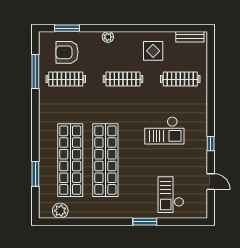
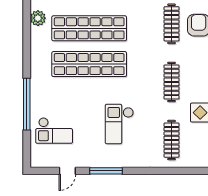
window: (211, 144) -> (106, 171), width x2.17
checkout: (171, 195) -> (54, 131), turned 180
window: (145, 222) -> (27, 104), width x2.11

